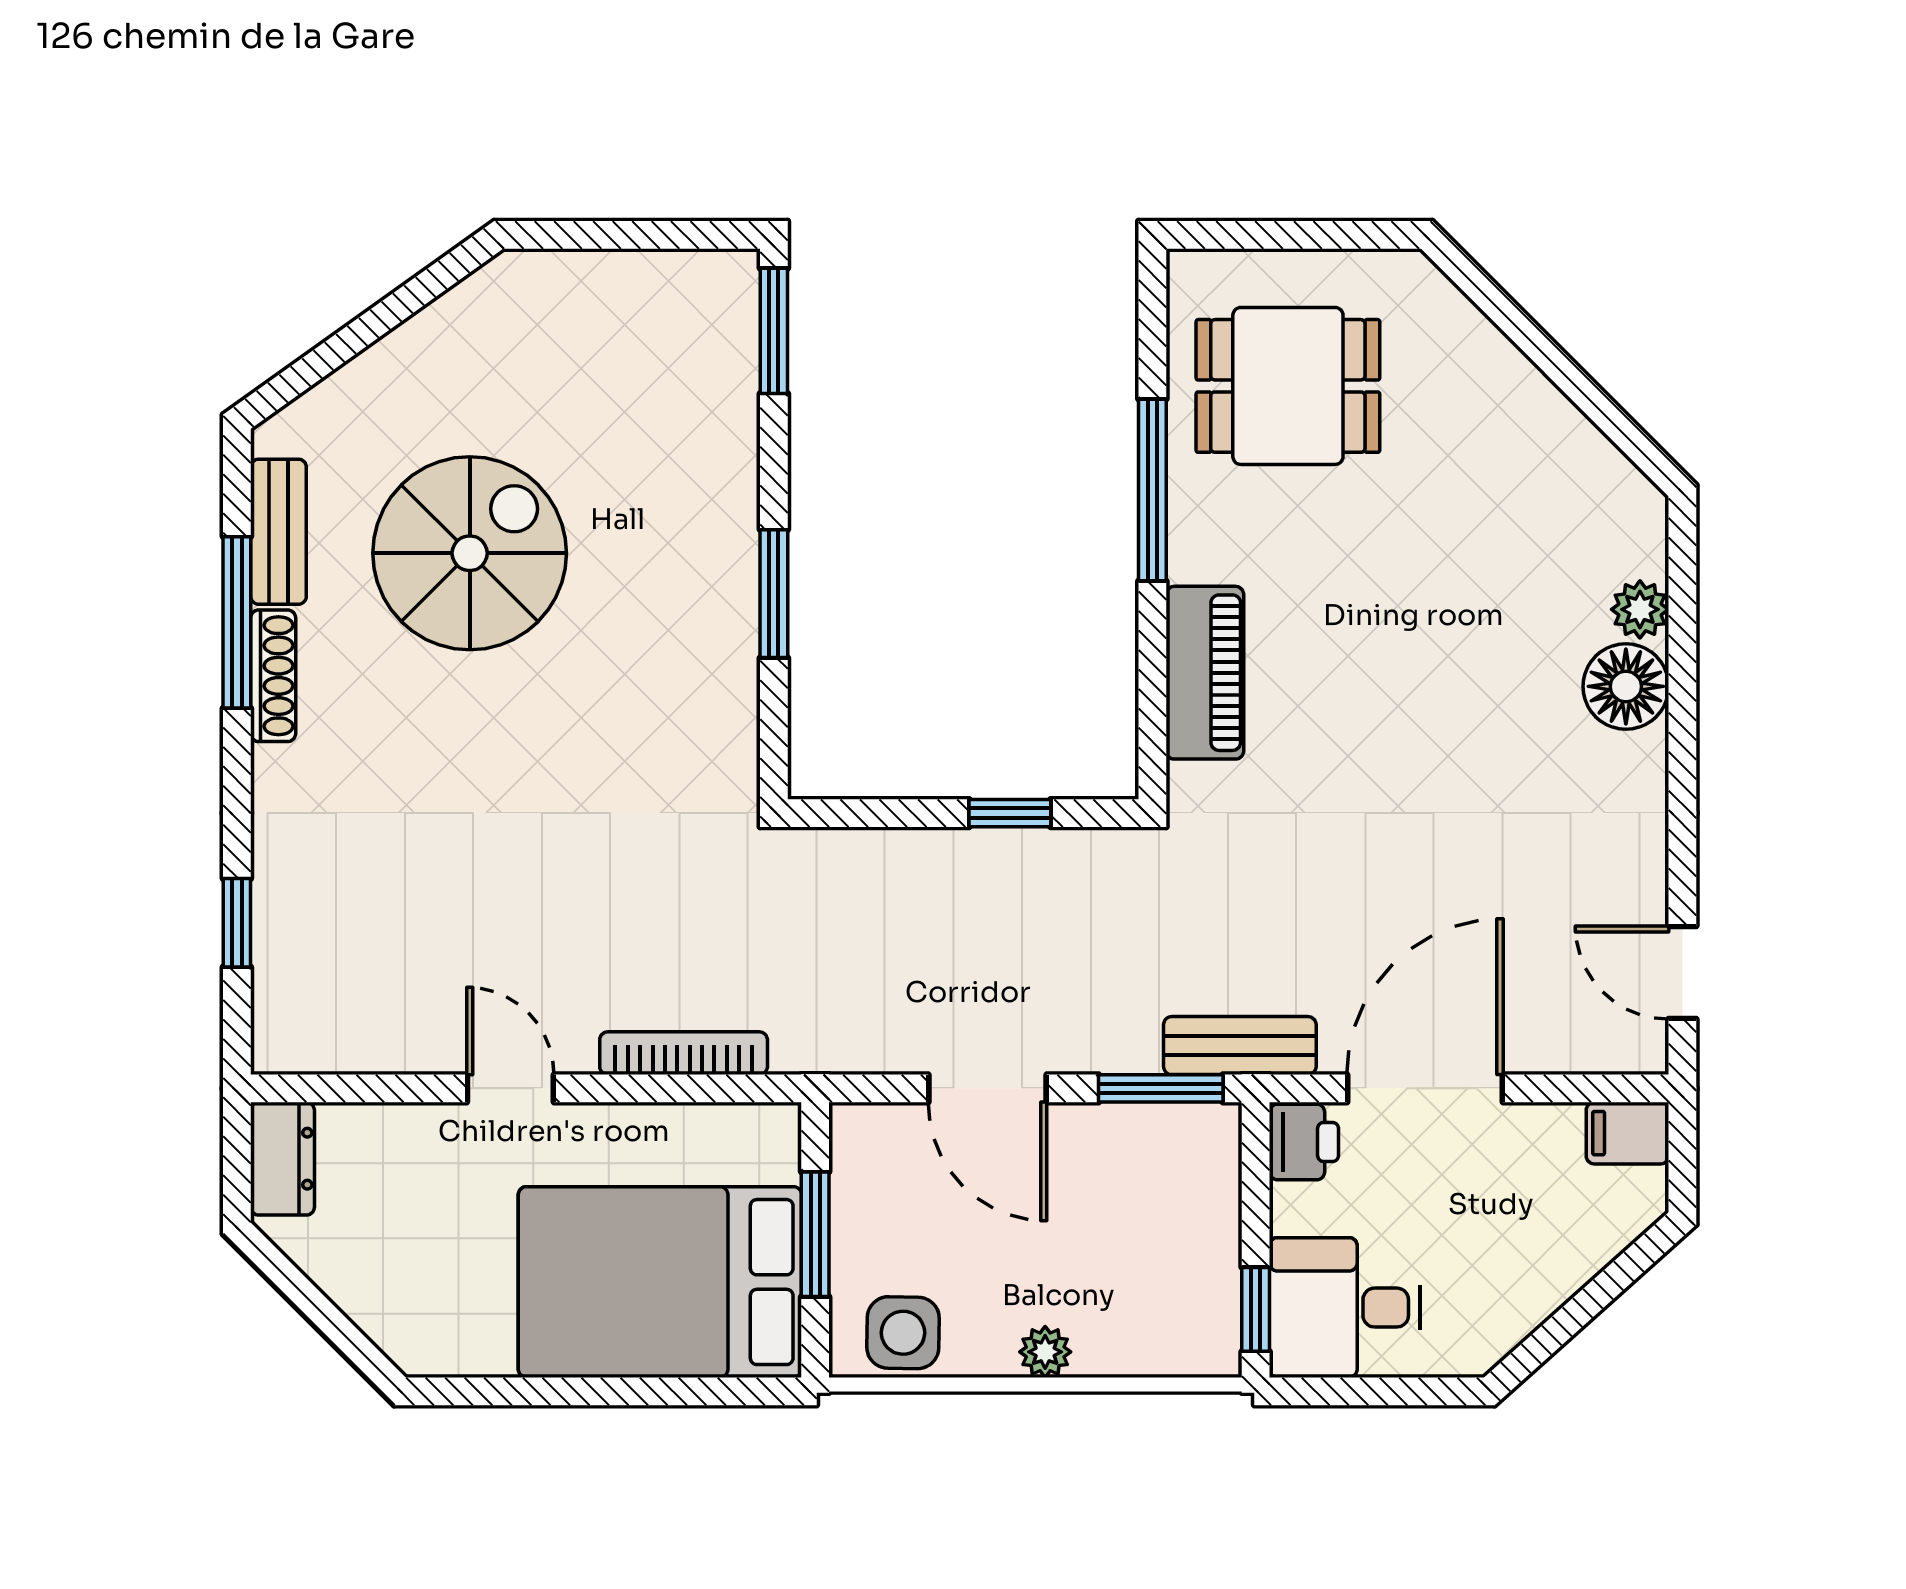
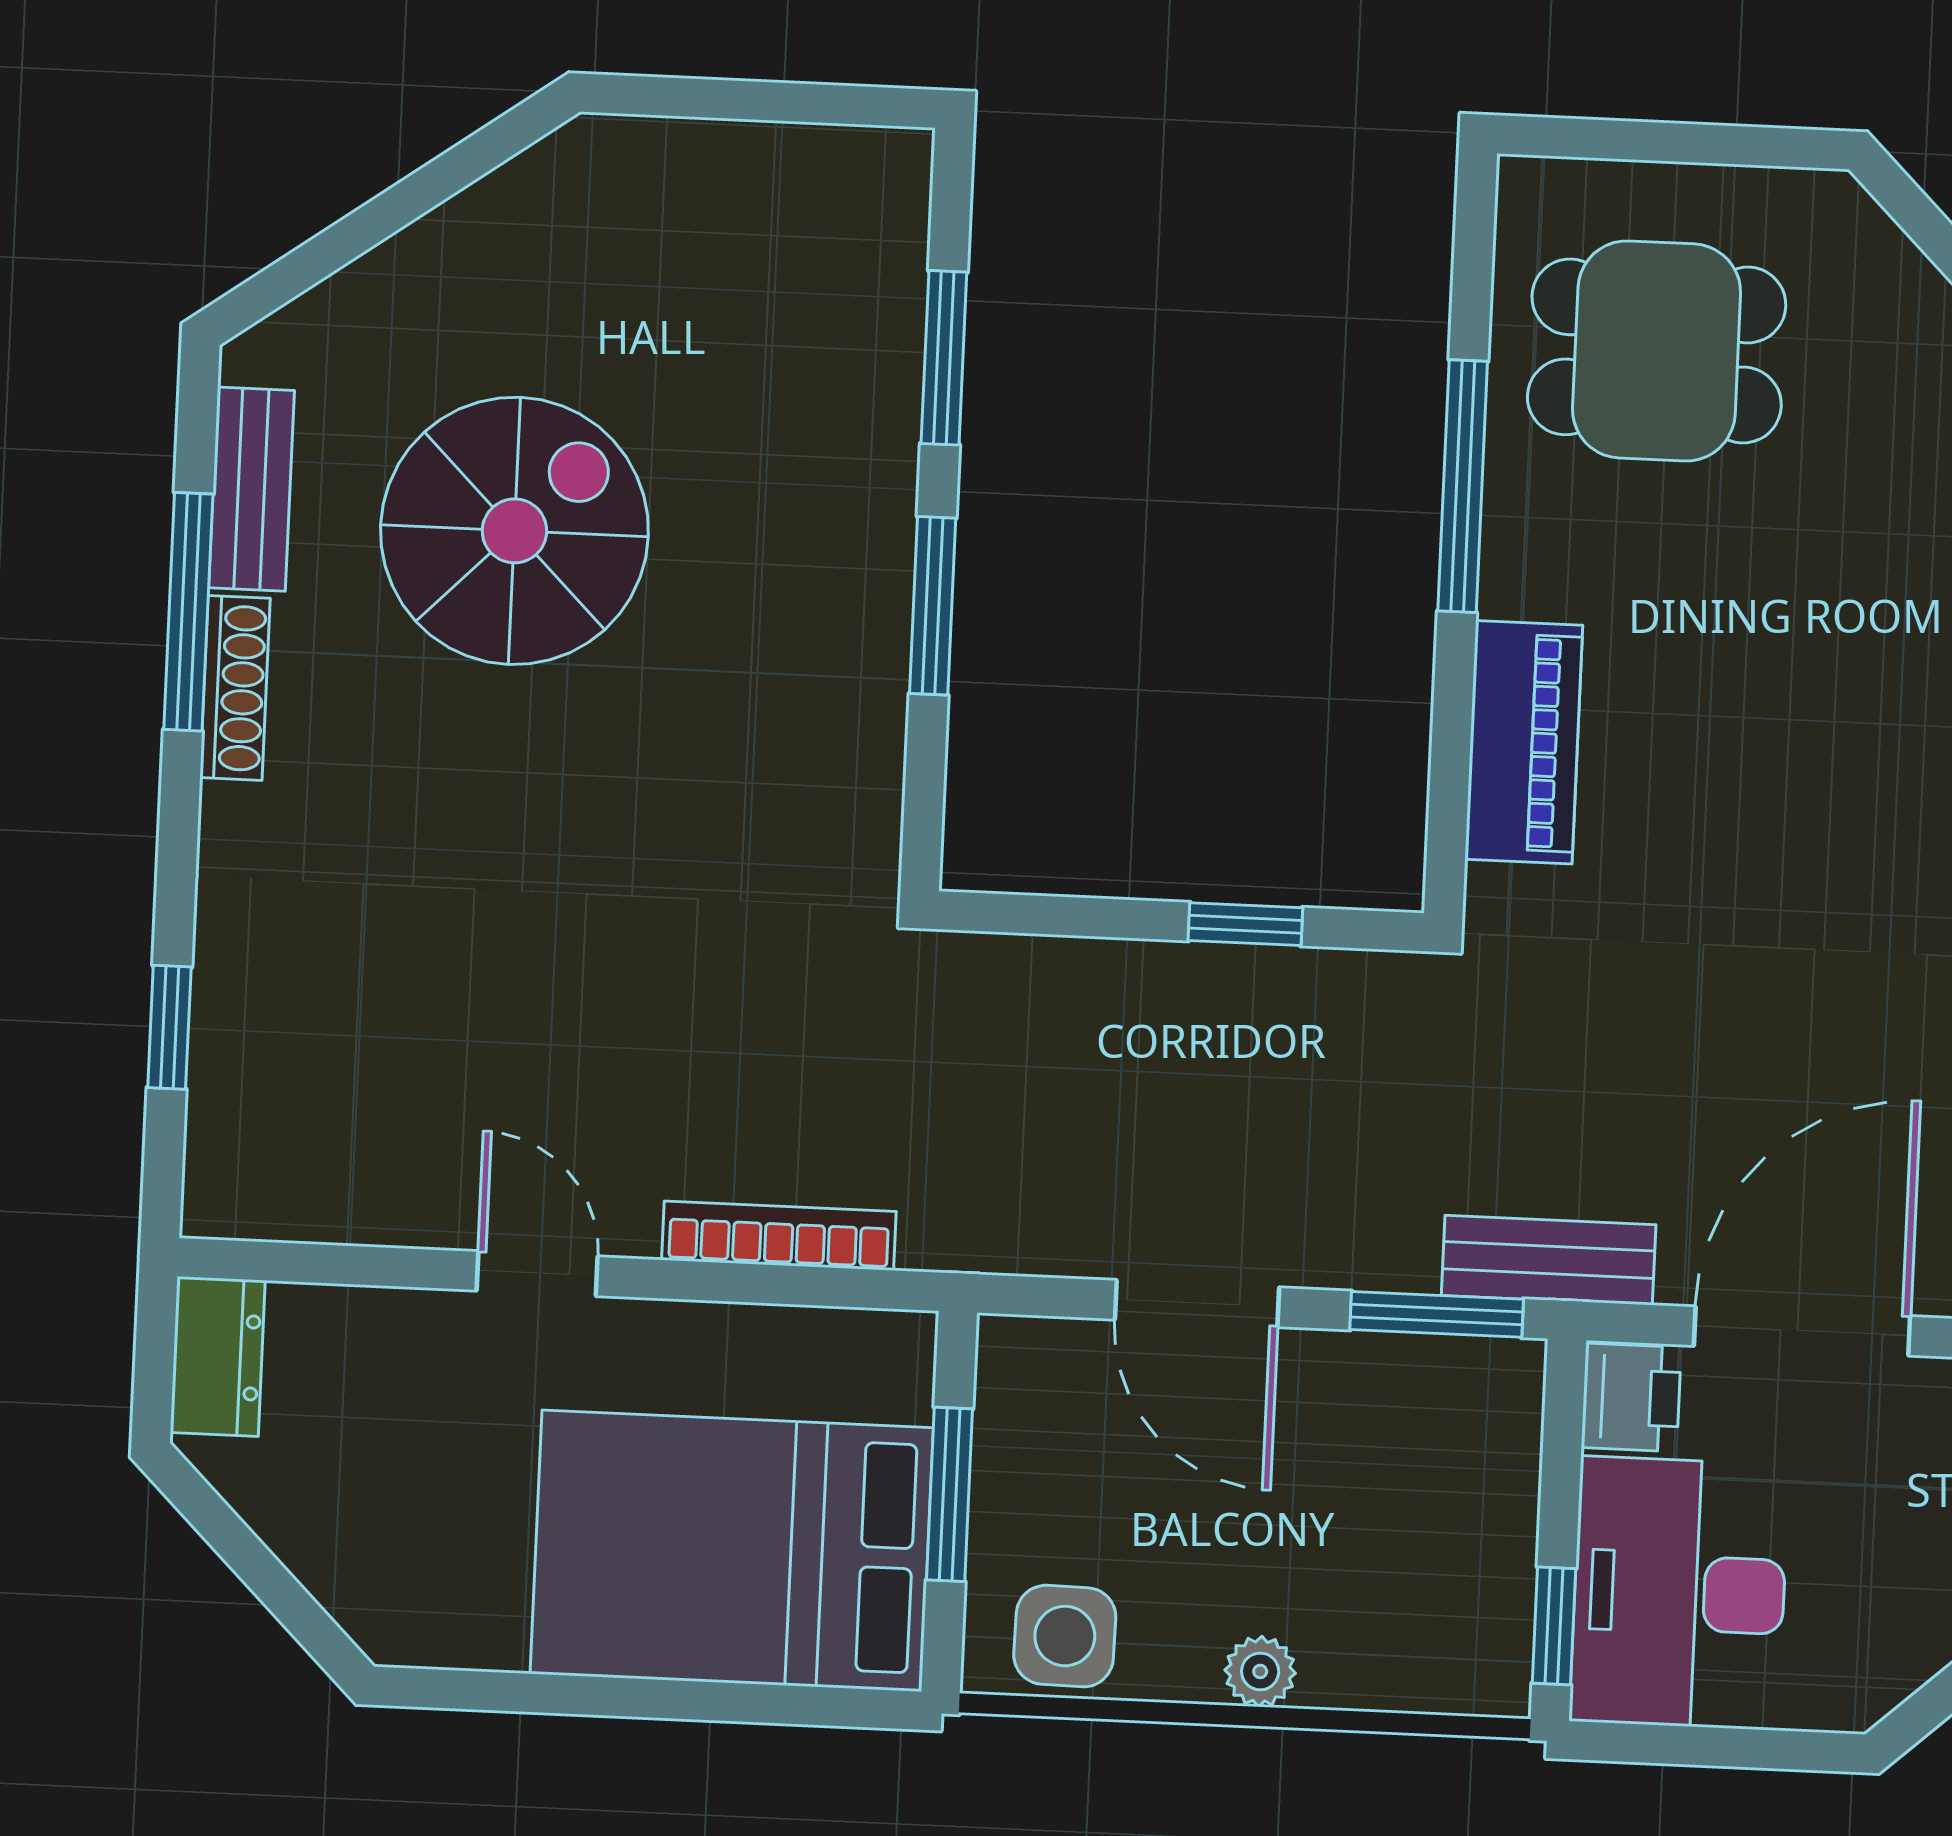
window: (774, 331) -> (944, 358), moved
desk: (1345, 1308) -> (1679, 1593), width x1.37

